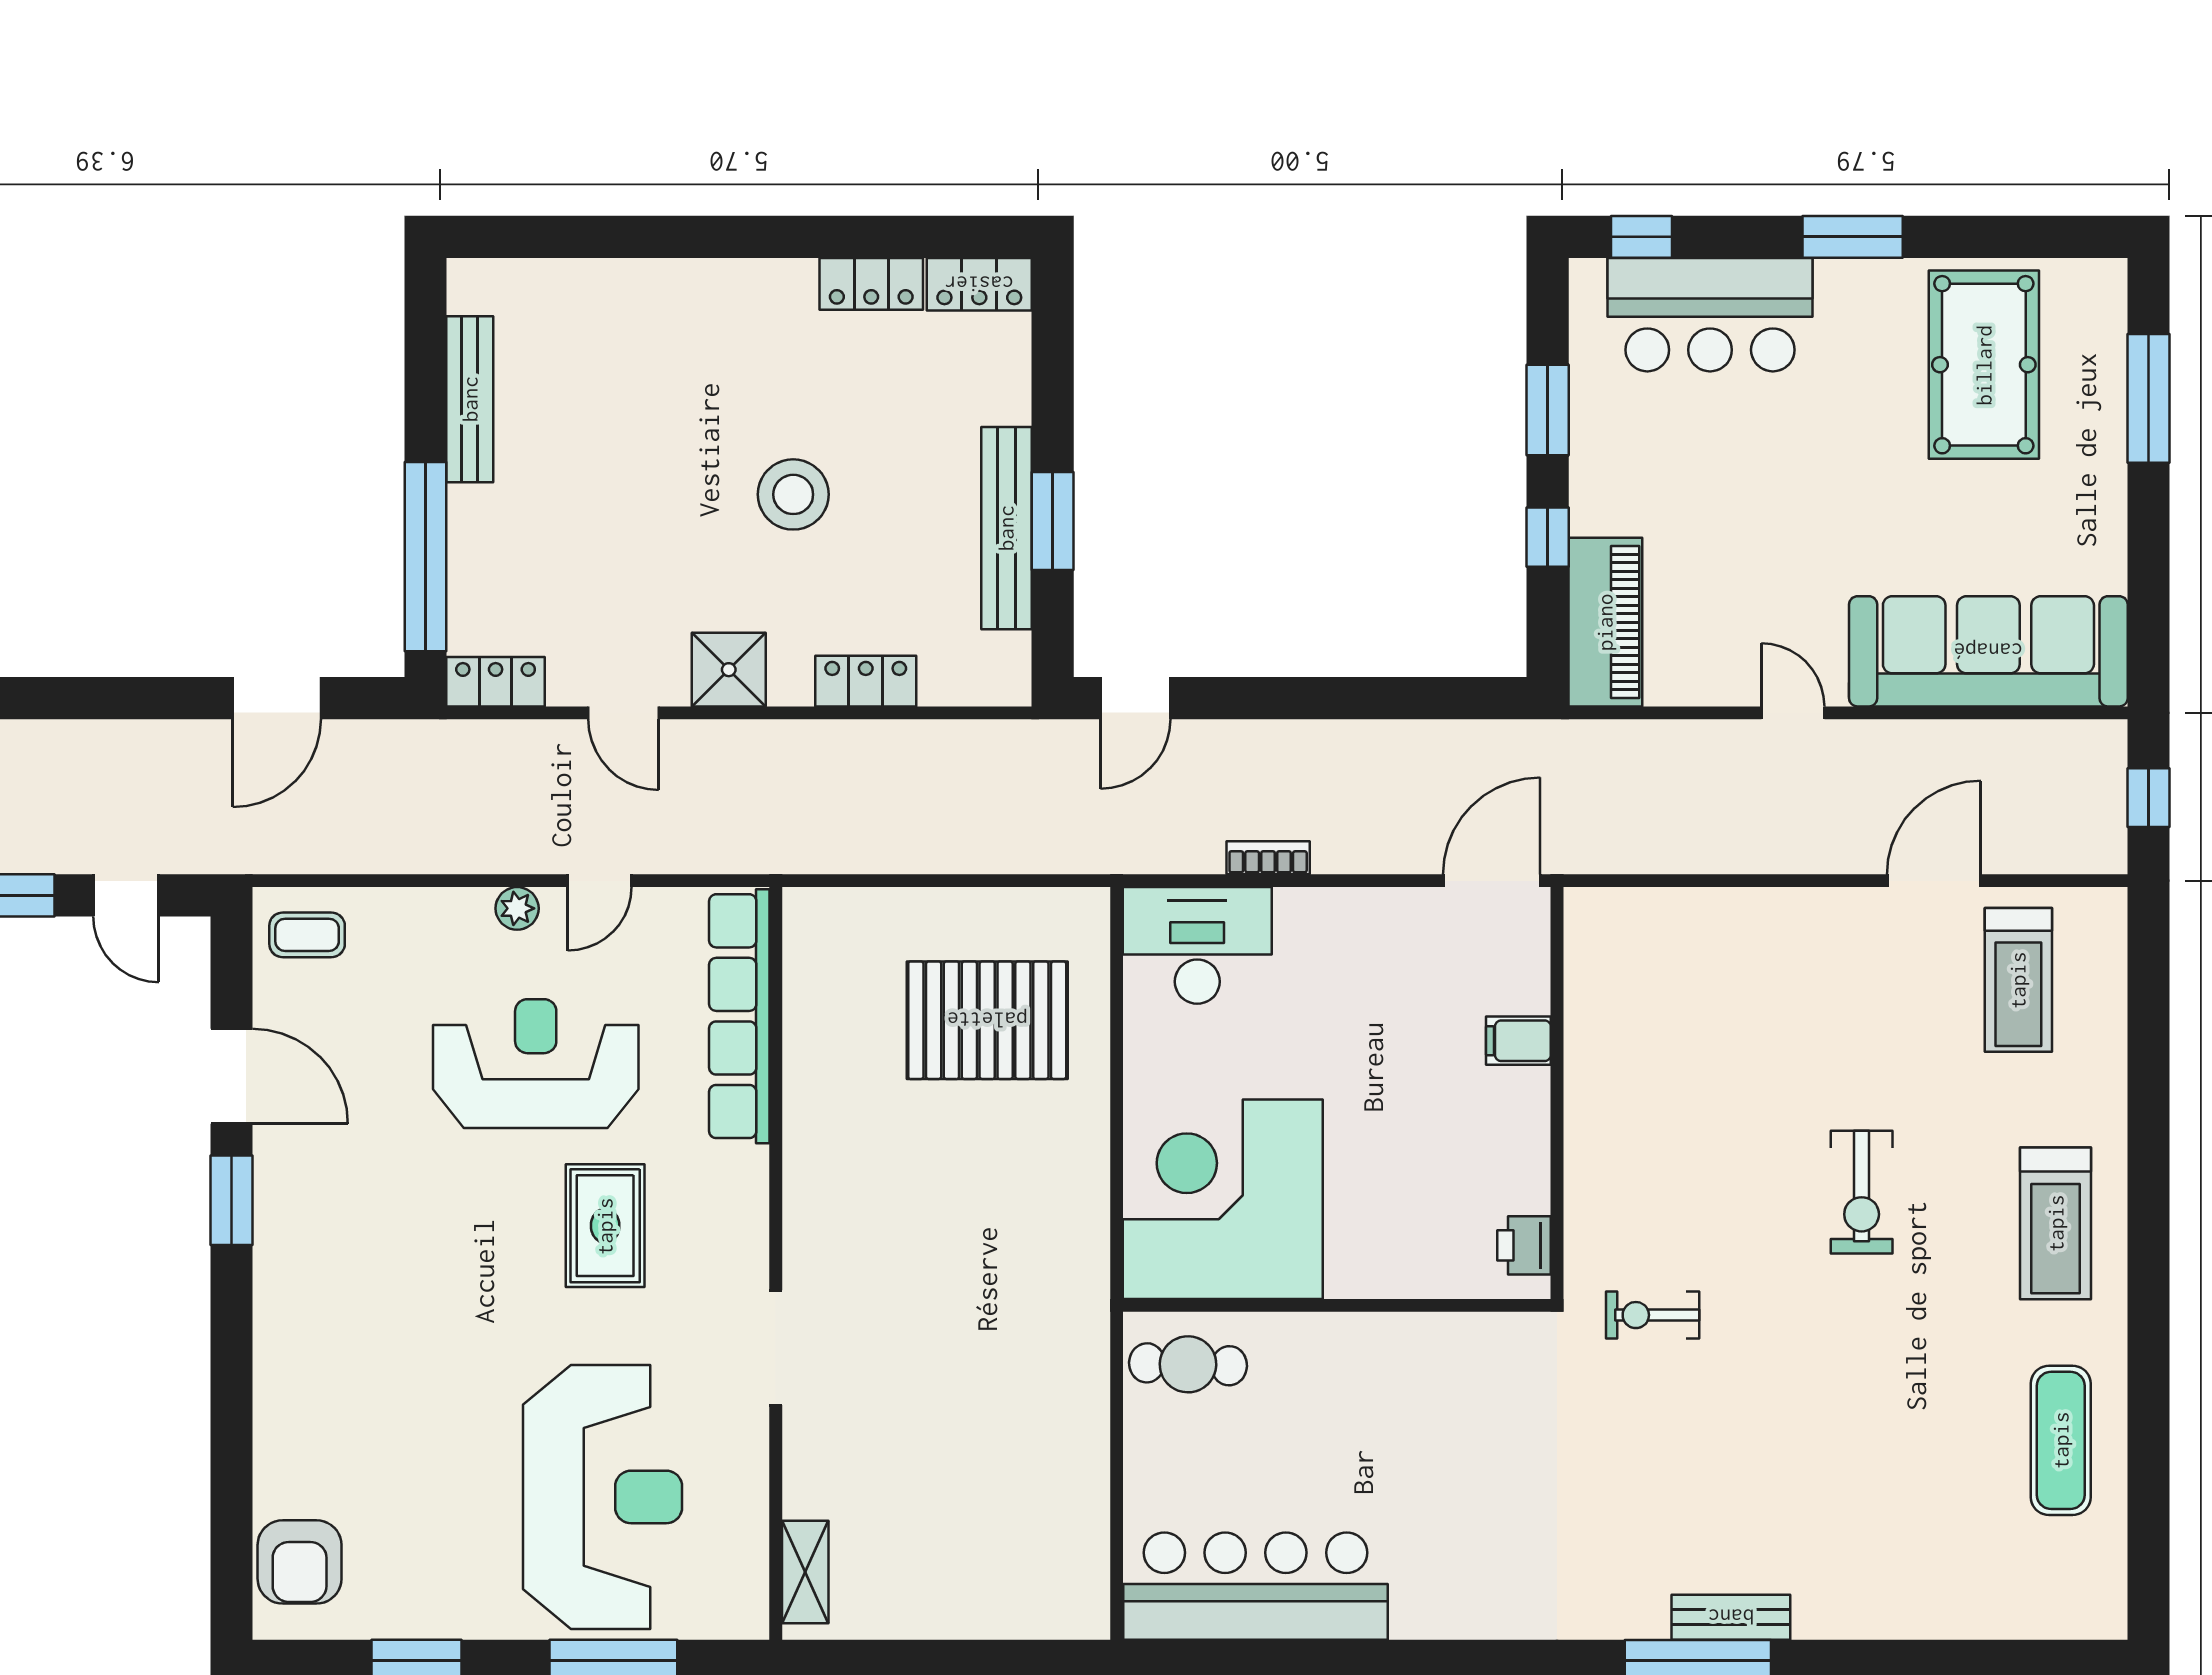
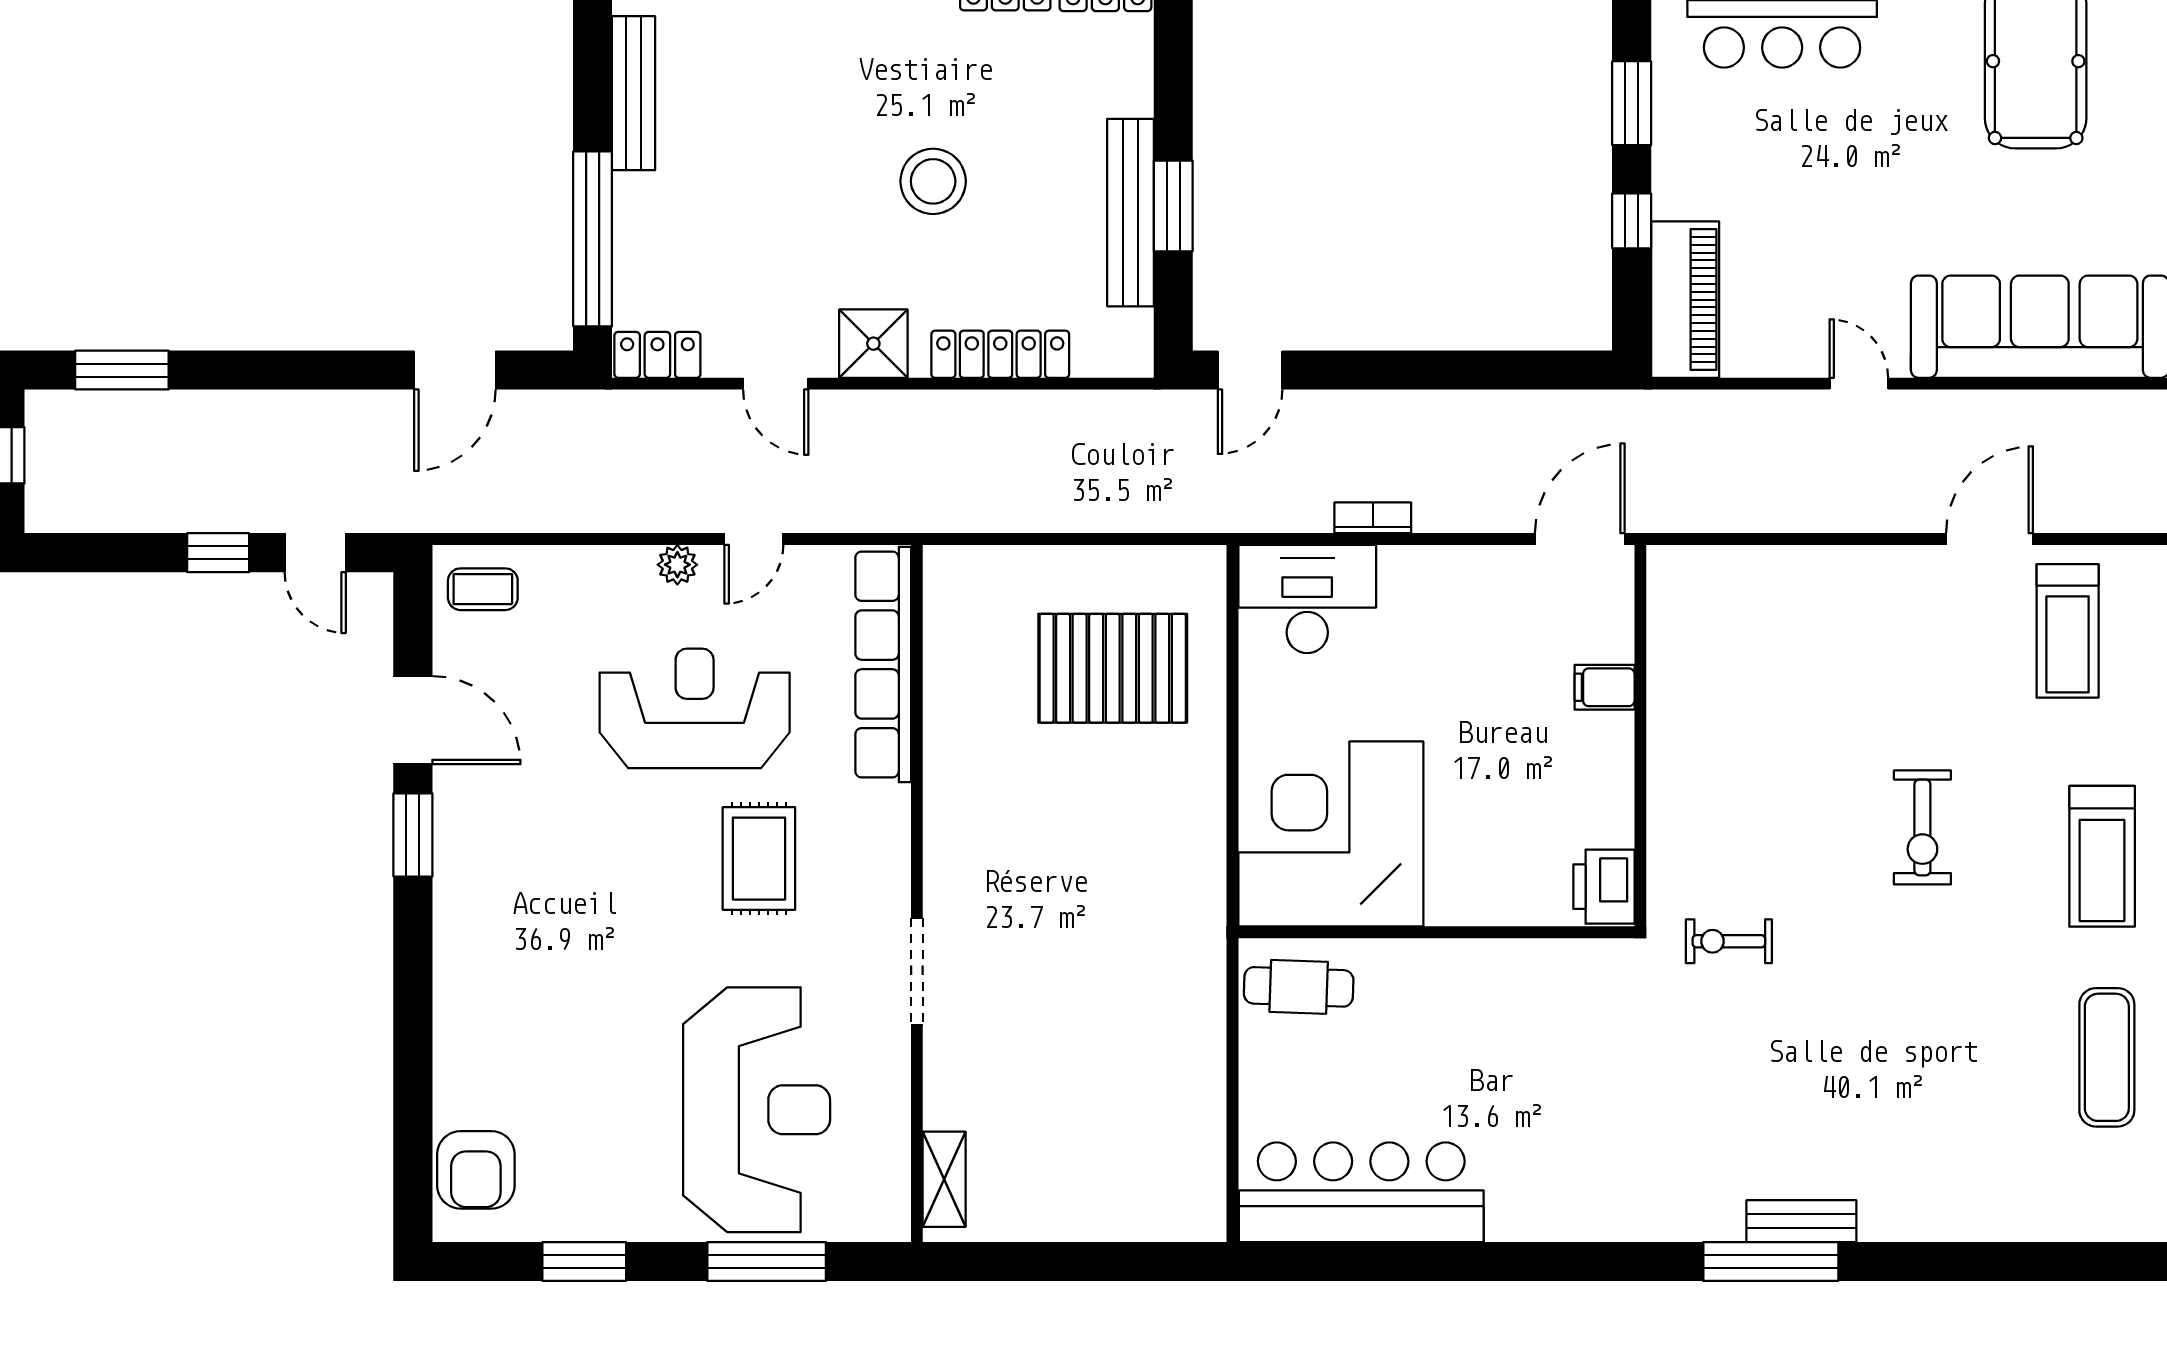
locker: (866, 681) -> (1000, 354), width x1.53
printer: (1524, 1245) -> (1604, 887), width x1.36, depth x1.24

